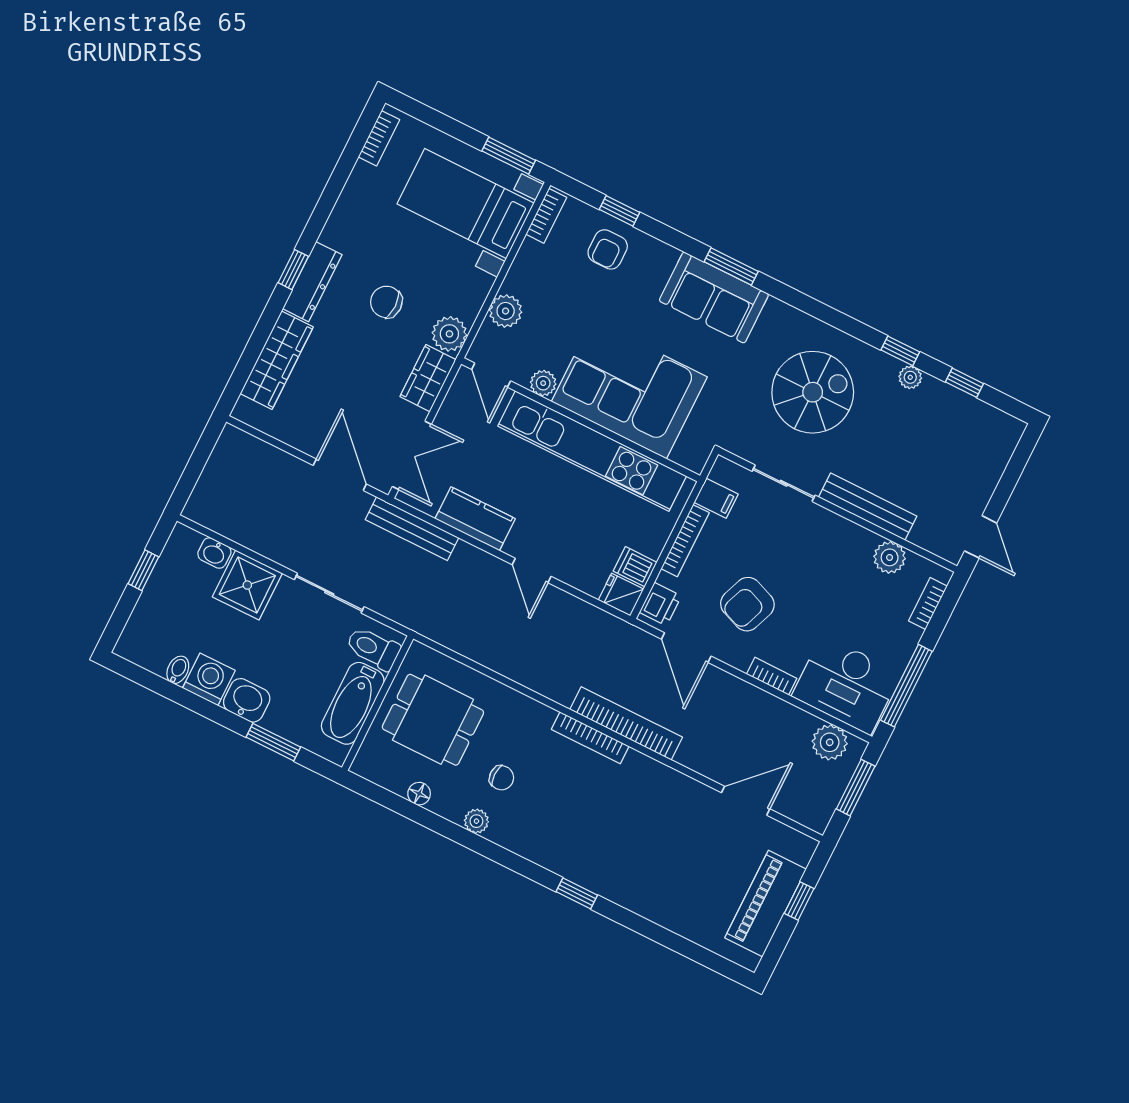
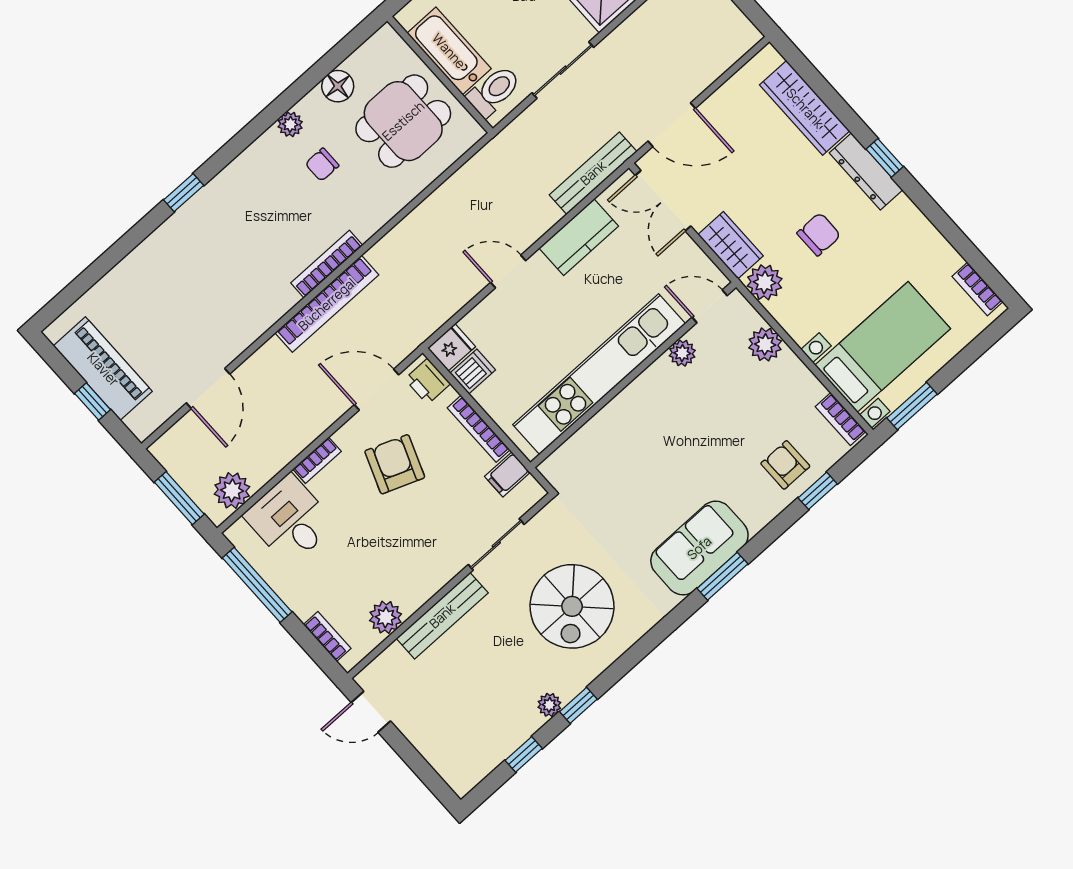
corner sofa: (629, 389) -> (644, 433), removed
desk: (846, 685) -> (290, 520), width x0.73
floor lamp: (419, 794) -> (338, 86), width x1.37, depth x1.37

